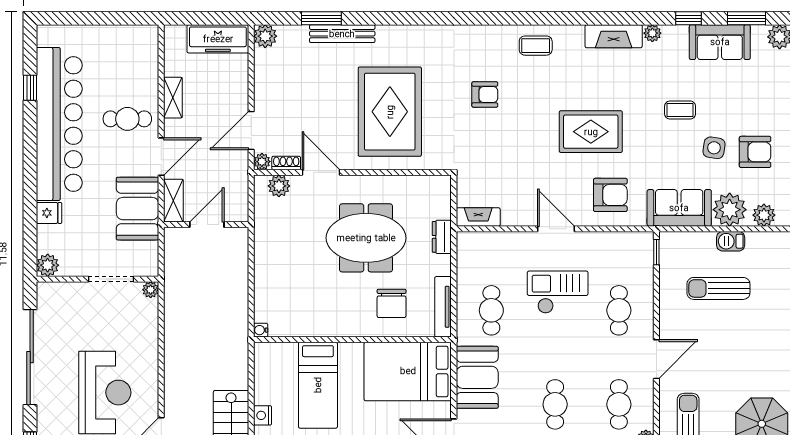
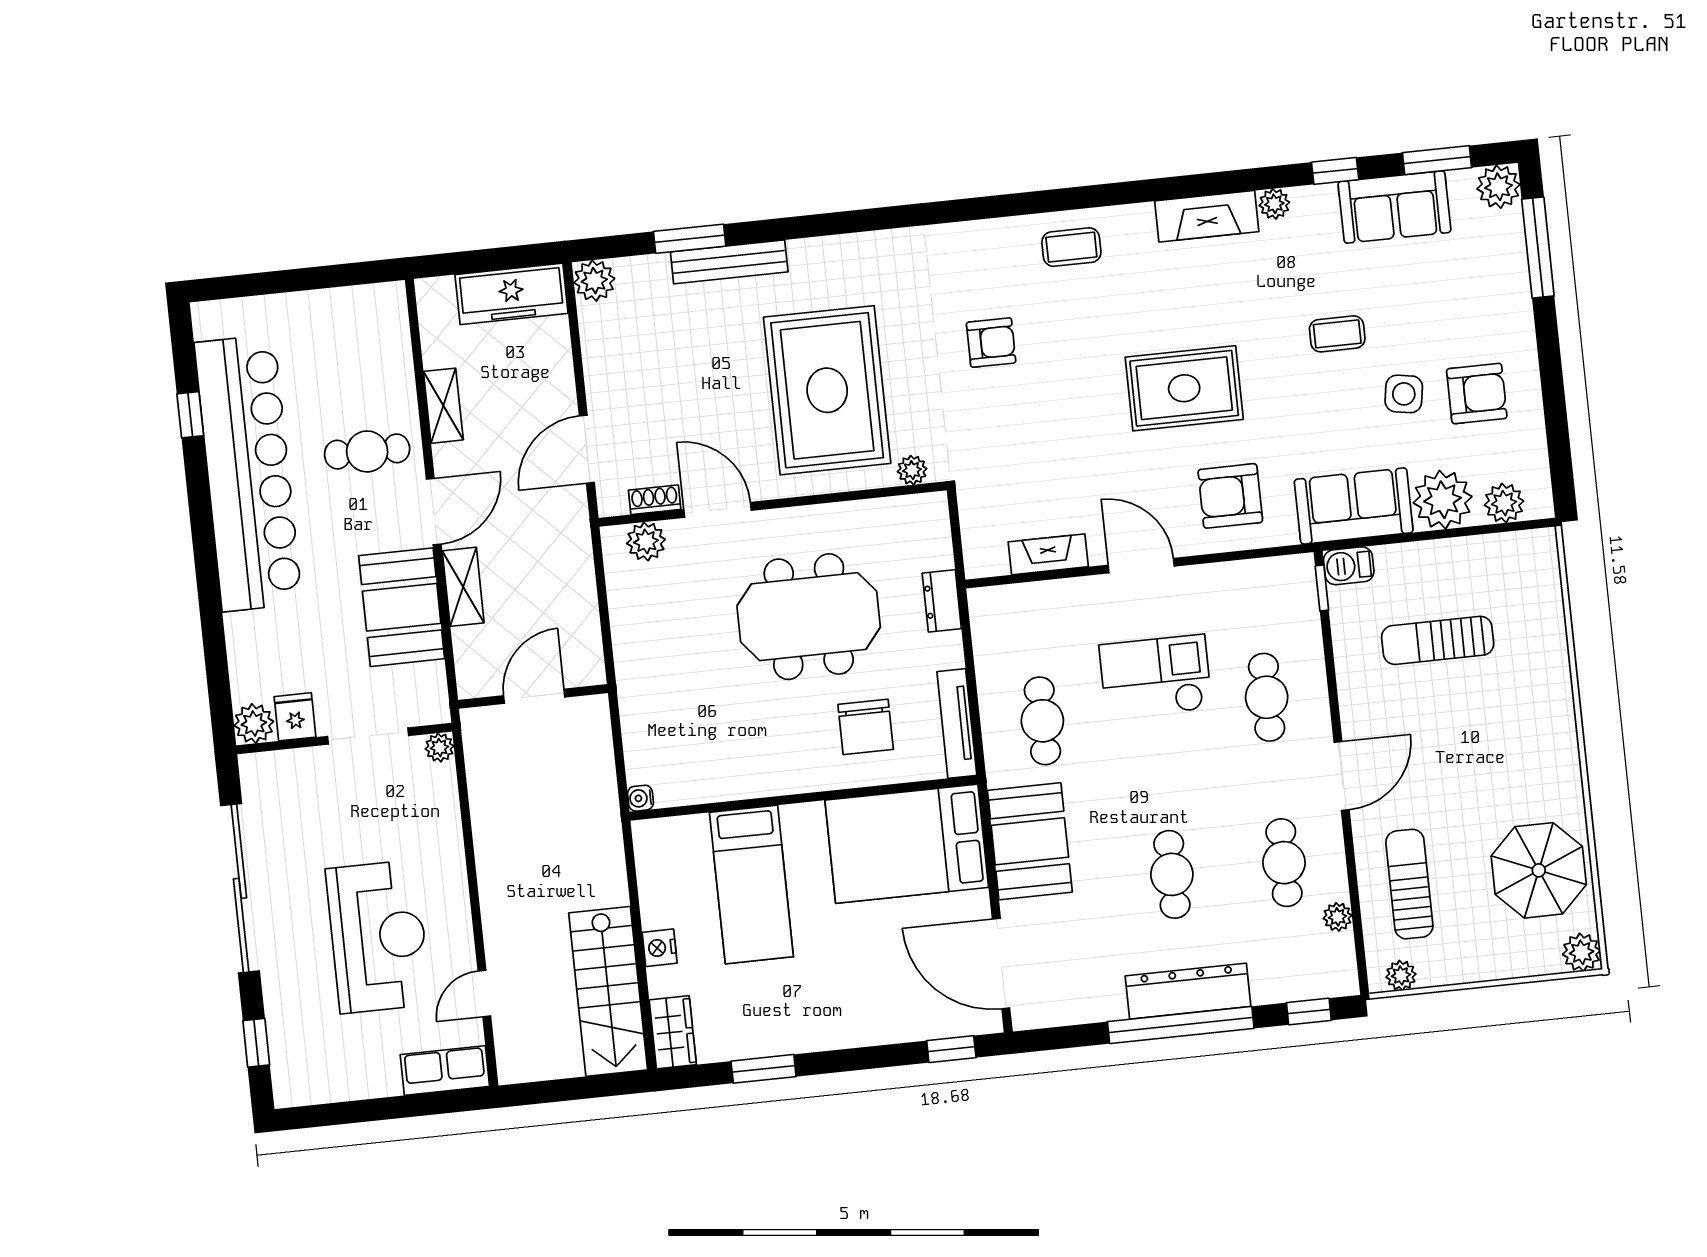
plant: (262, 162) -> (912, 470), moved
armchair: (610, 195) -> (1230, 496), turned 180
fridge: (49, 213) -> (295, 717), moved, turned -90
fireplace: (478, 217) -> (1048, 554), moved
wall: (206, 225) -> (533, 696), moved
door: (207, 225) -> (534, 696), moved
barbecue: (731, 241) -> (1349, 566), moved

